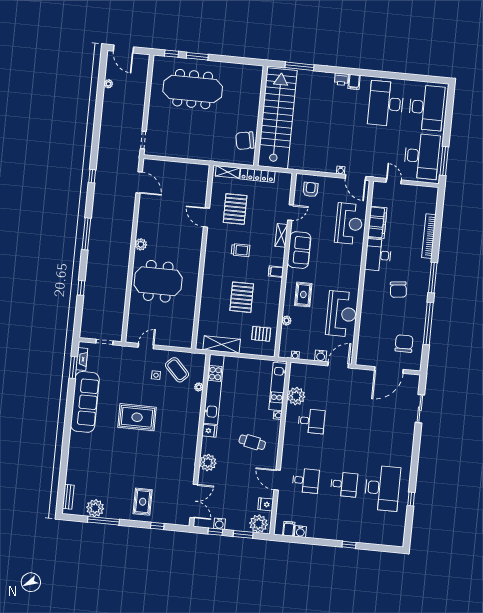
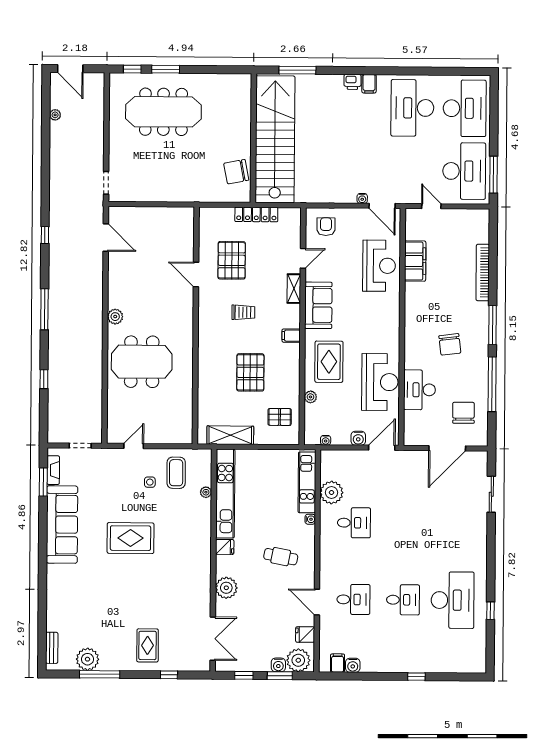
shelving: (228, 172) -> (218, 214), removed
desk: (378, 255) -> (419, 390), moved
rug: (303, 294) -> (329, 362), width x1.36, depth x1.43
coffee table: (177, 370) -> (176, 473), turned 44
water cooler: (219, 524) -> (278, 665), moved

